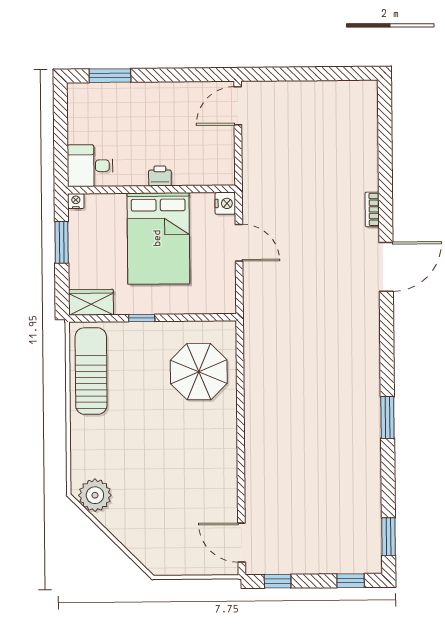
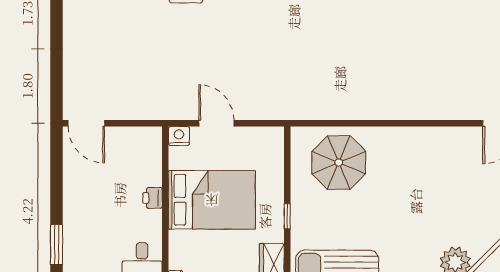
door: (239, 243) -> (216, 123), hinge flipped

